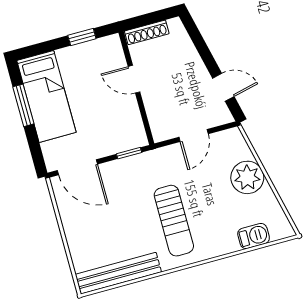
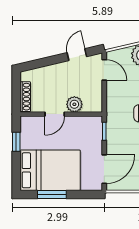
bed: (46, 96) -> (50, 170), width x1.50
plant: (155, 102) -> (74, 104), added
door: (194, 135) -> (104, 70), moved

